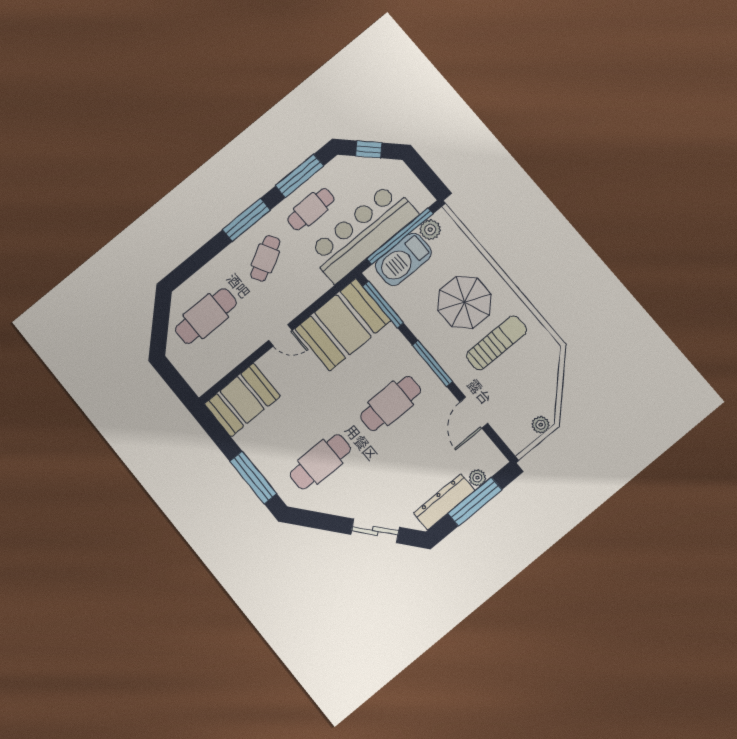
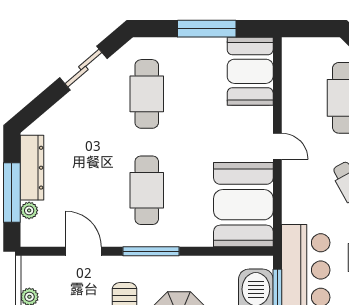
window: (383, 304) -> (233, 251), removed
door: (280, 335) -> (277, 146), swing flipped
window: (253, 477) -> (207, 29), moved
sliding door: (375, 531) -> (83, 68), moved

